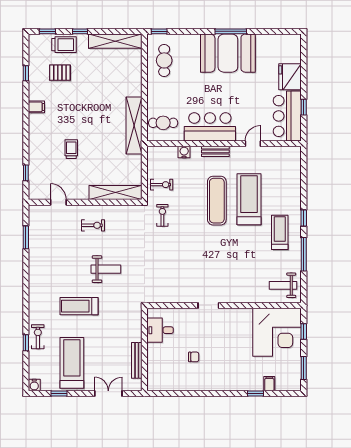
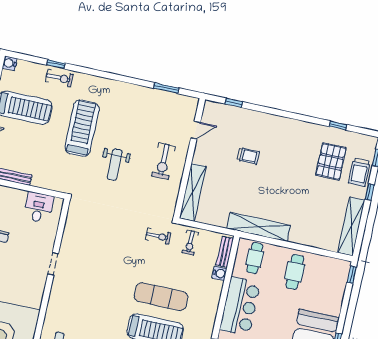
cafe table: (164, 60) -> (295, 272), moved, turned 90
pallet: (60, 73) -> (331, 161), width x1.50, depth x1.42
filing cabinet: (36, 107) -> (300, 129), removed
bench: (215, 151) -> (225, 252), moved
exercise bike: (93, 225) -> (163, 161), width x1.38, depth x1.39
treadmill: (79, 306) -> (82, 128), width x1.37, depth x1.38

